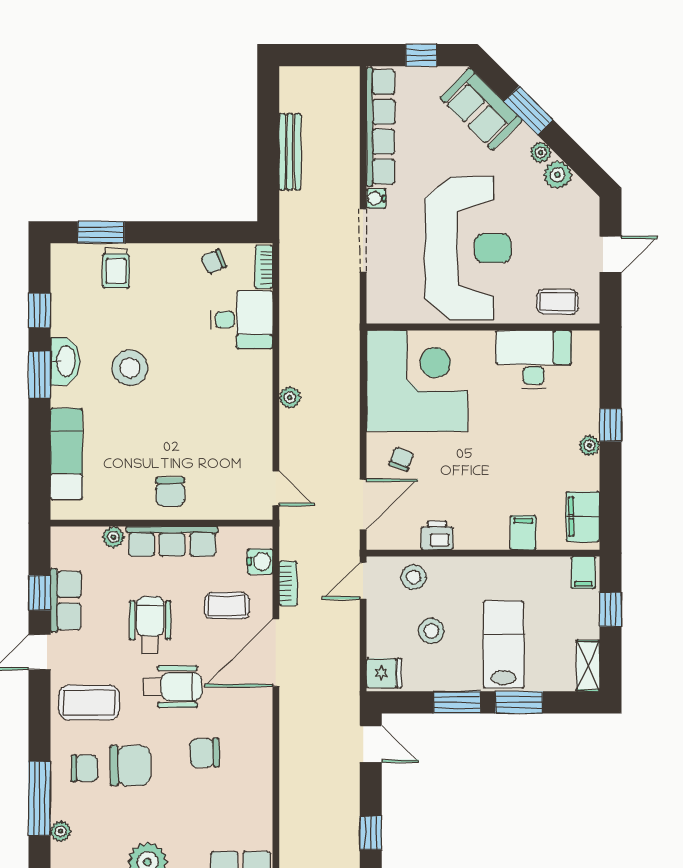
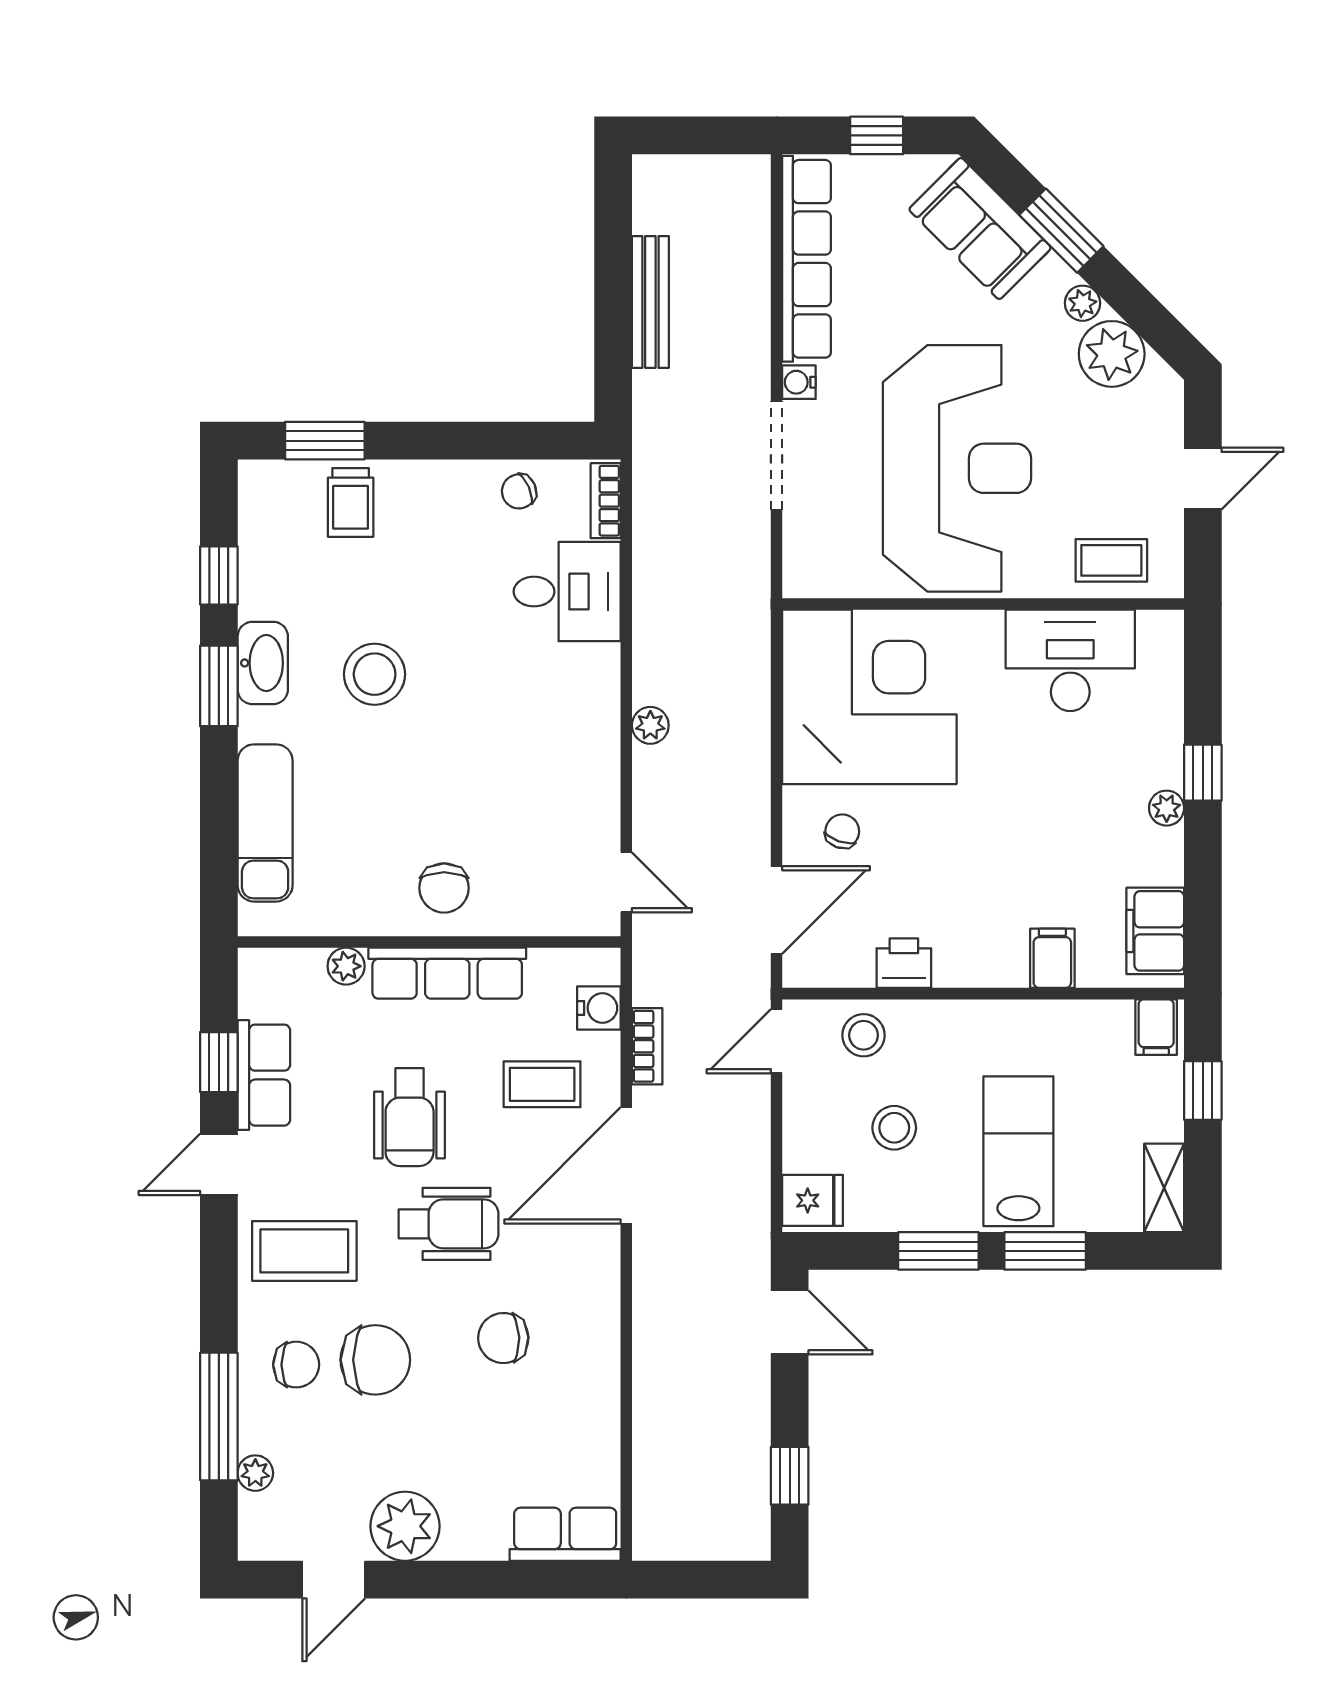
plant: (558, 175) -> (1112, 354), width x1.36, depth x1.36
wheelchair: (150, 625) -> (410, 1117), turned 180

